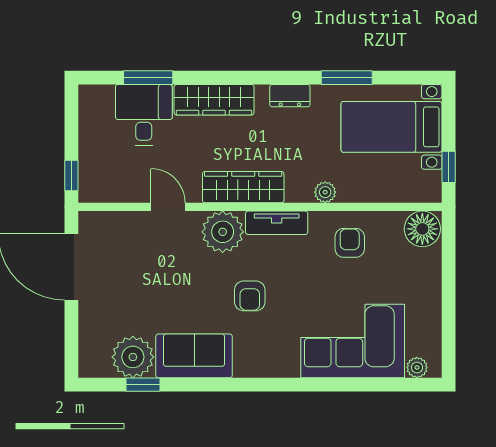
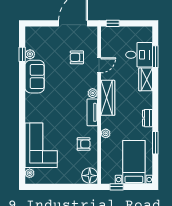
wardrobe: (214, 100) -> (146, 79), width x0.67
plant: (223, 232) -> (93, 93), width x0.53, depth x0.53
armchair: (250, 296) -> (77, 57), moved
plant: (133, 357) -> (30, 54), width x0.53, depth x0.53

